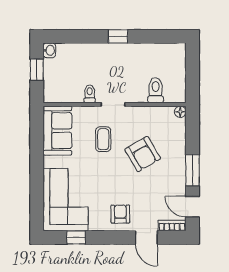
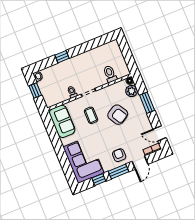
window: (118, 36) -> (62, 57), moved
plant: (177, 128) -> (132, 91), added
window: (192, 170) -> (147, 103), moved
window: (110, 237) -> (119, 171), added
door: (146, 237) -> (140, 163), hinge flipped

